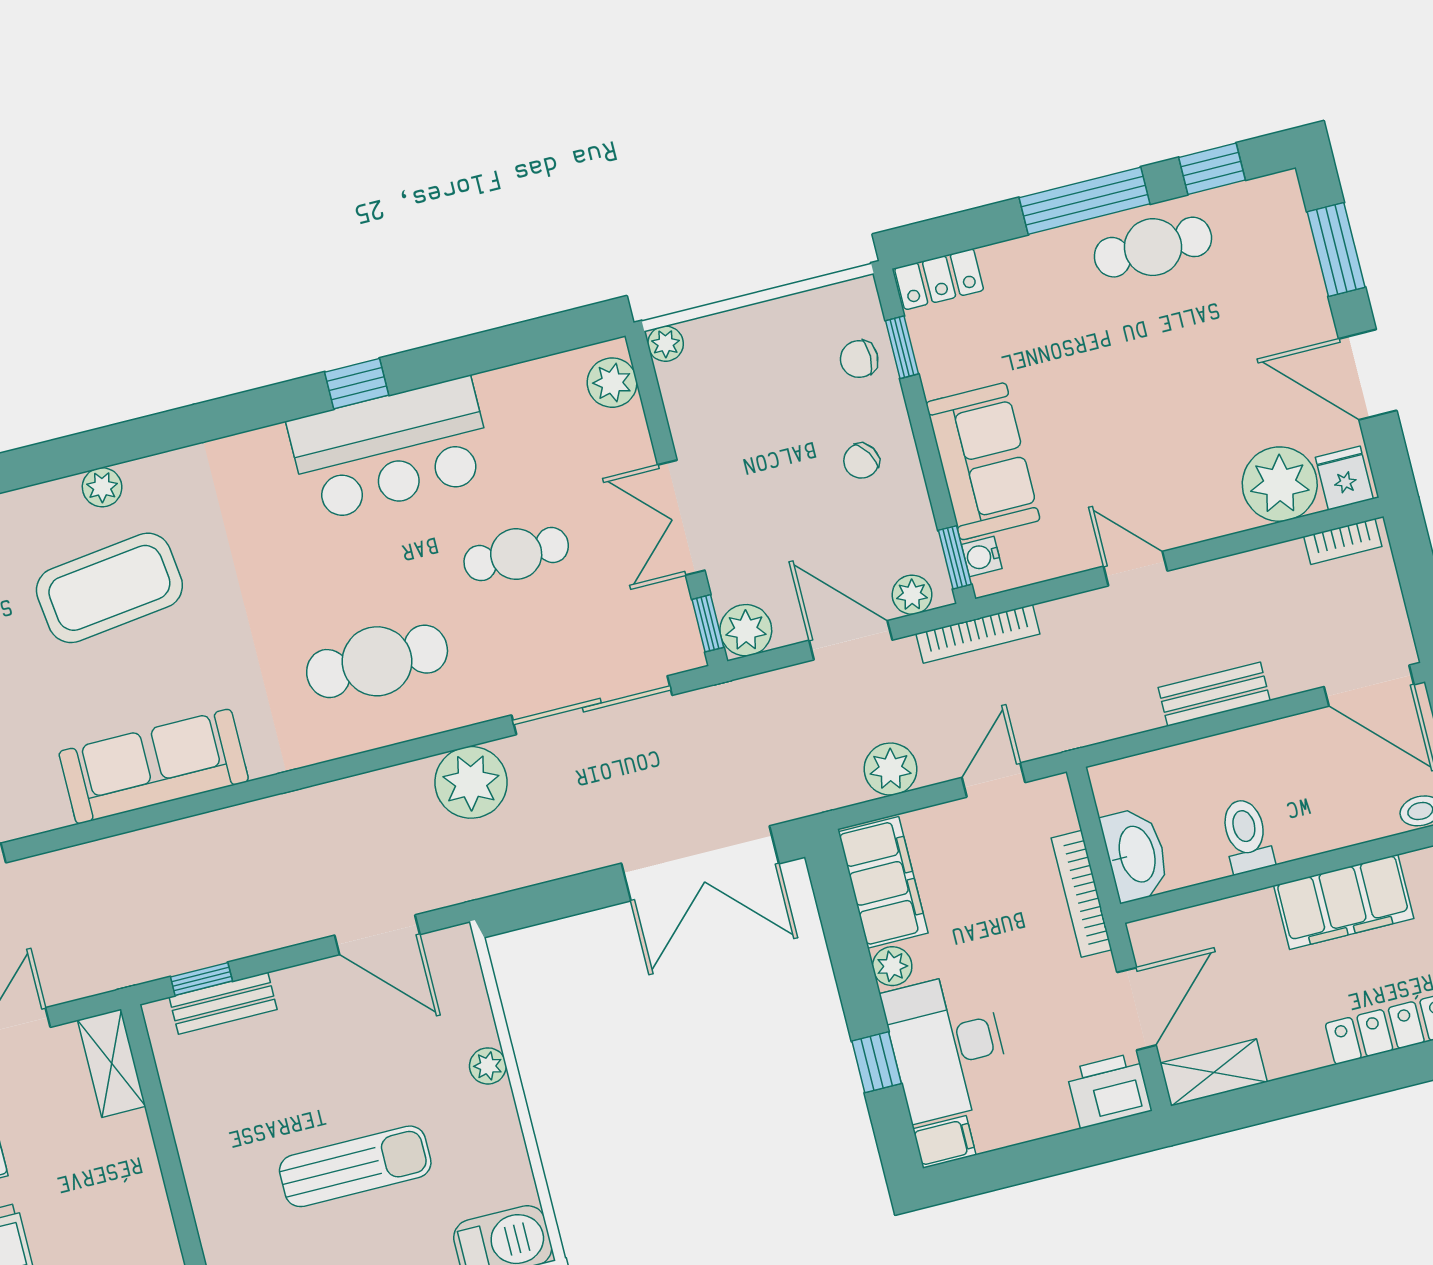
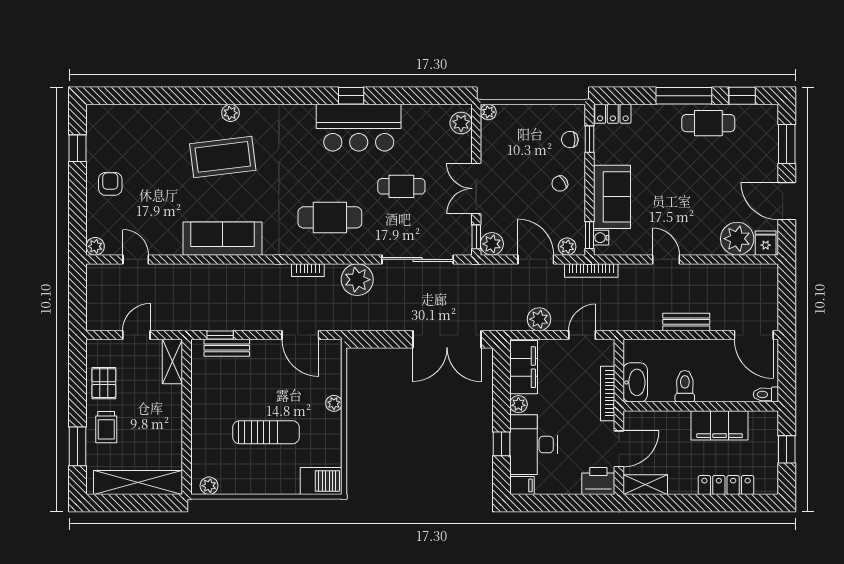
bookcase: (1343, 541) -> (308, 270), moved

